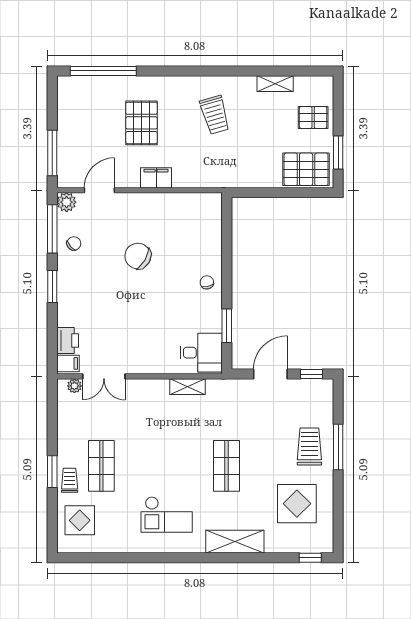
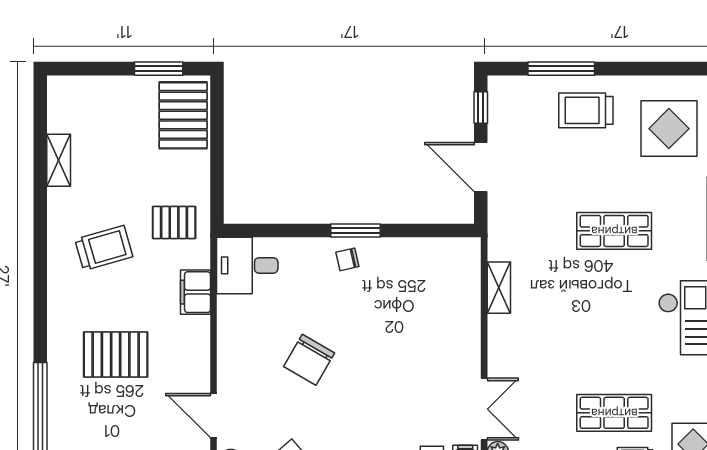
pallet: (313, 117) -> (174, 222), moved, turned 90
filing cabinet: (156, 178) -> (195, 292), moved
window: (227, 326) -> (355, 230), moved
desk: (201, 353) -> (247, 265), moved, turned -90
window: (338, 447) -> (561, 69), moved

